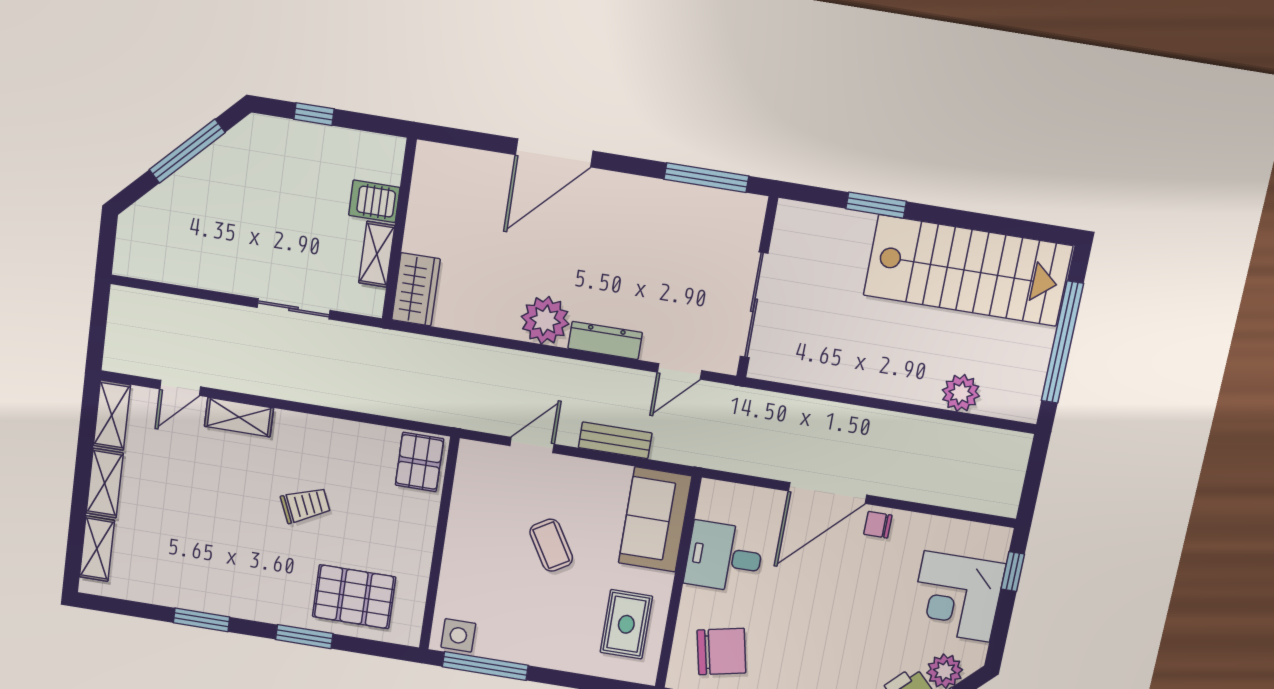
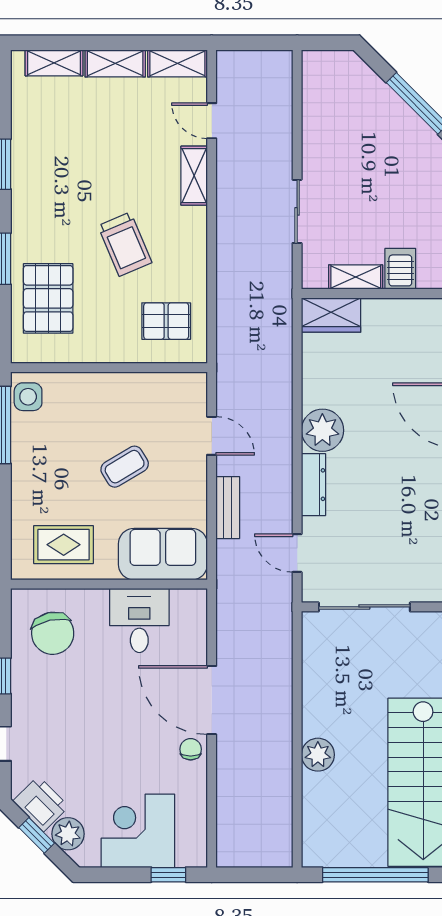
plant: (961, 393) -> (318, 755), moved
pallet: (419, 462) -> (166, 321), moved
trolley: (305, 505) -> (125, 244), width x1.36, depth x1.39

